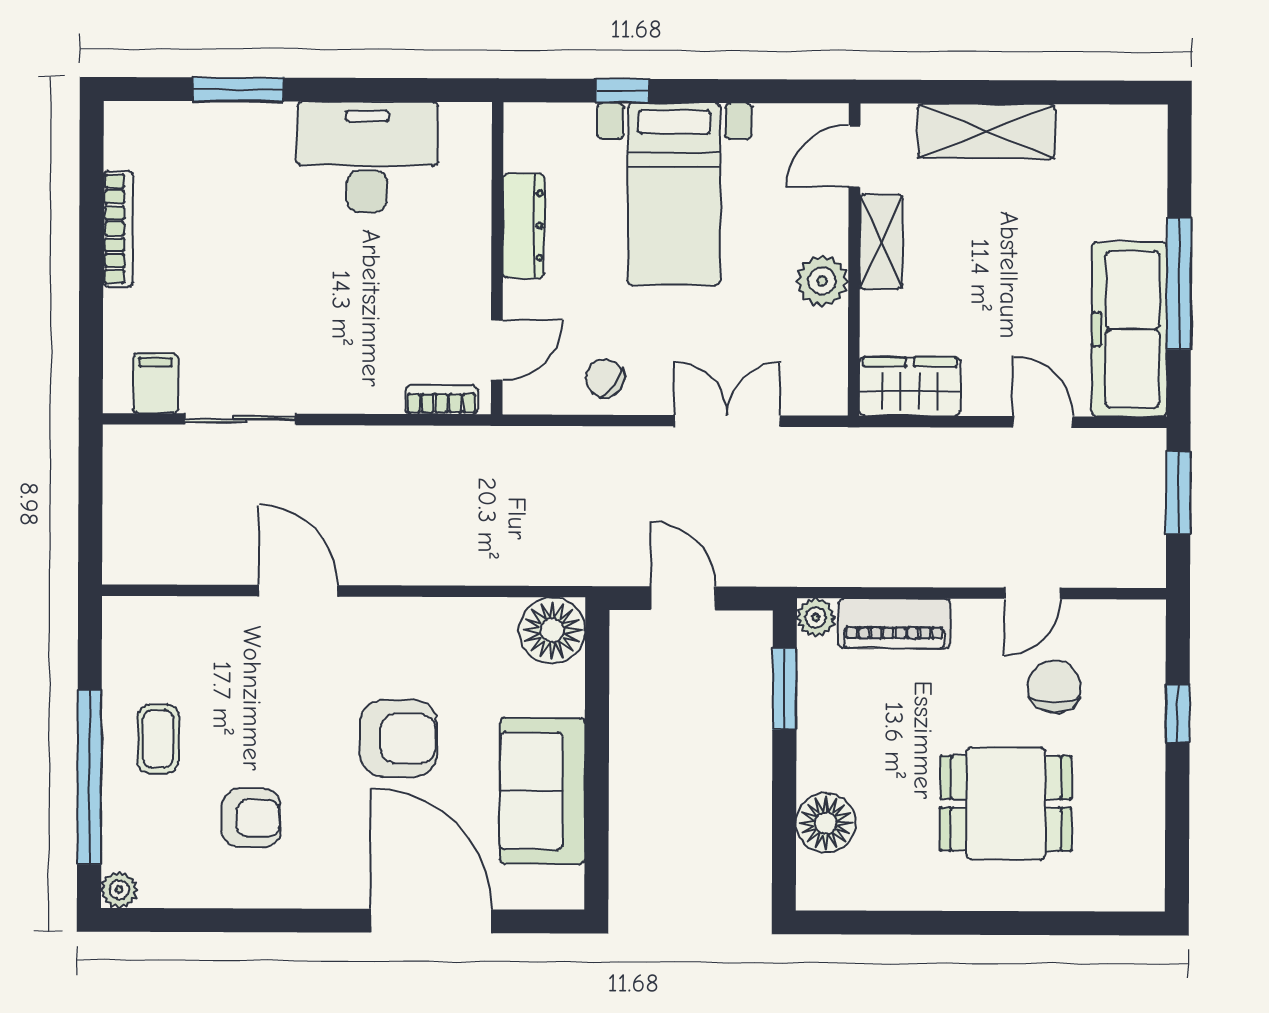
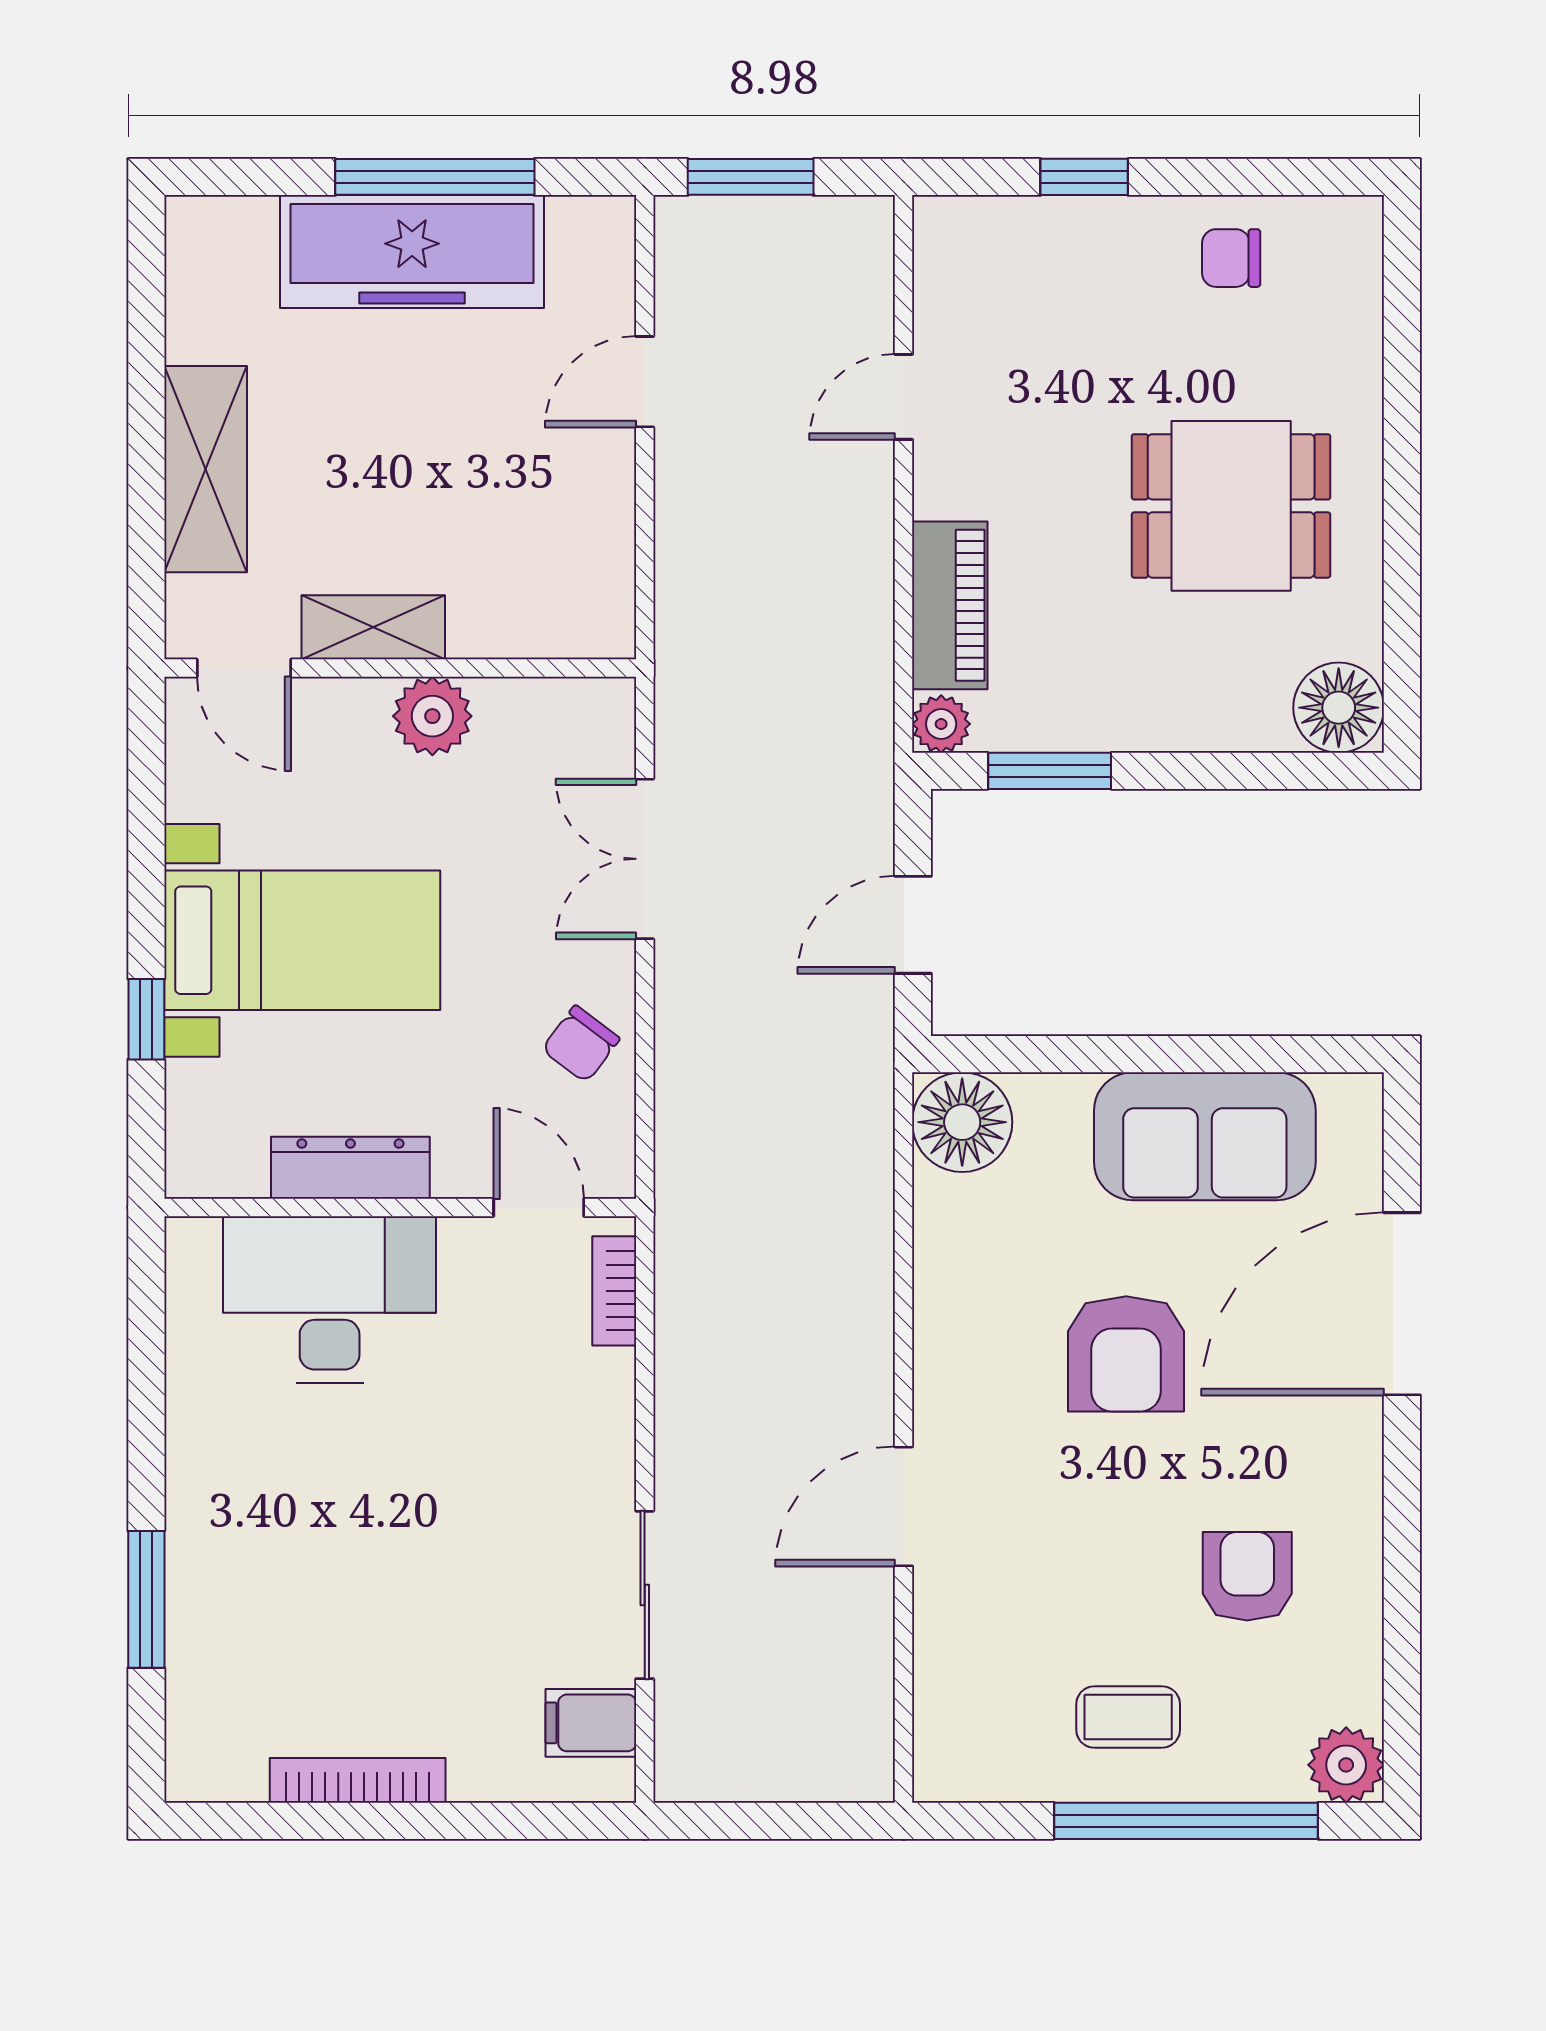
desk: (367, 157) -> (330, 1300), moved, turned 90
freezer: (1129, 329) -> (412, 251), moved
wardrobe: (910, 387) -> (592, 583), removed
door: (1032, 593) -> (904, 397), swing flipped
chair: (1054, 686) -> (1231, 258), moved, width x0.73, depth x0.73
armchair: (399, 738) -> (1126, 1354), turned 180
dining table: (1006, 803) -> (1231, 506), moved, turned 90
floor lamp: (826, 823) -> (1339, 708), moved
plant: (119, 890) -> (1346, 1765), width x1.38, depth x1.38

